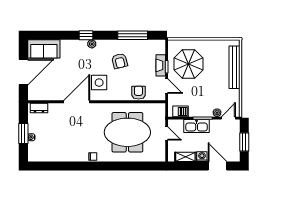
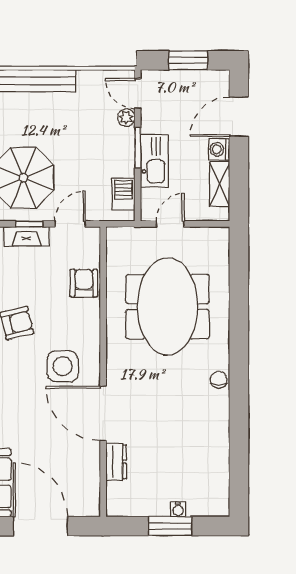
armchair: (138, 93) -> (84, 283), turned 90
dresser: (39, 108) -> (116, 462), moved

